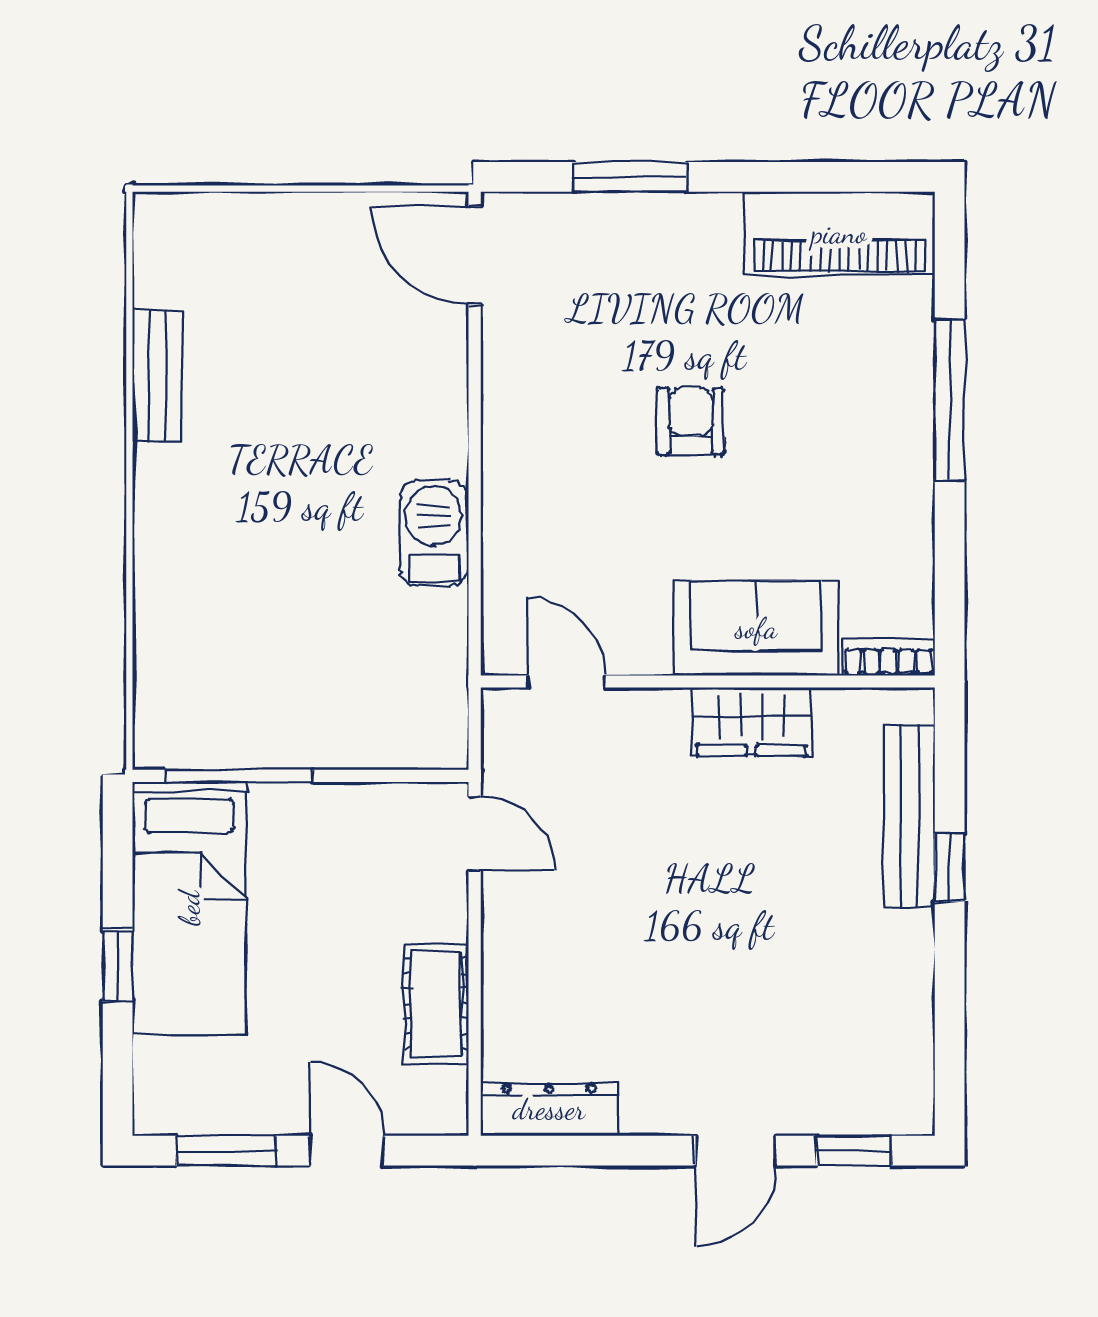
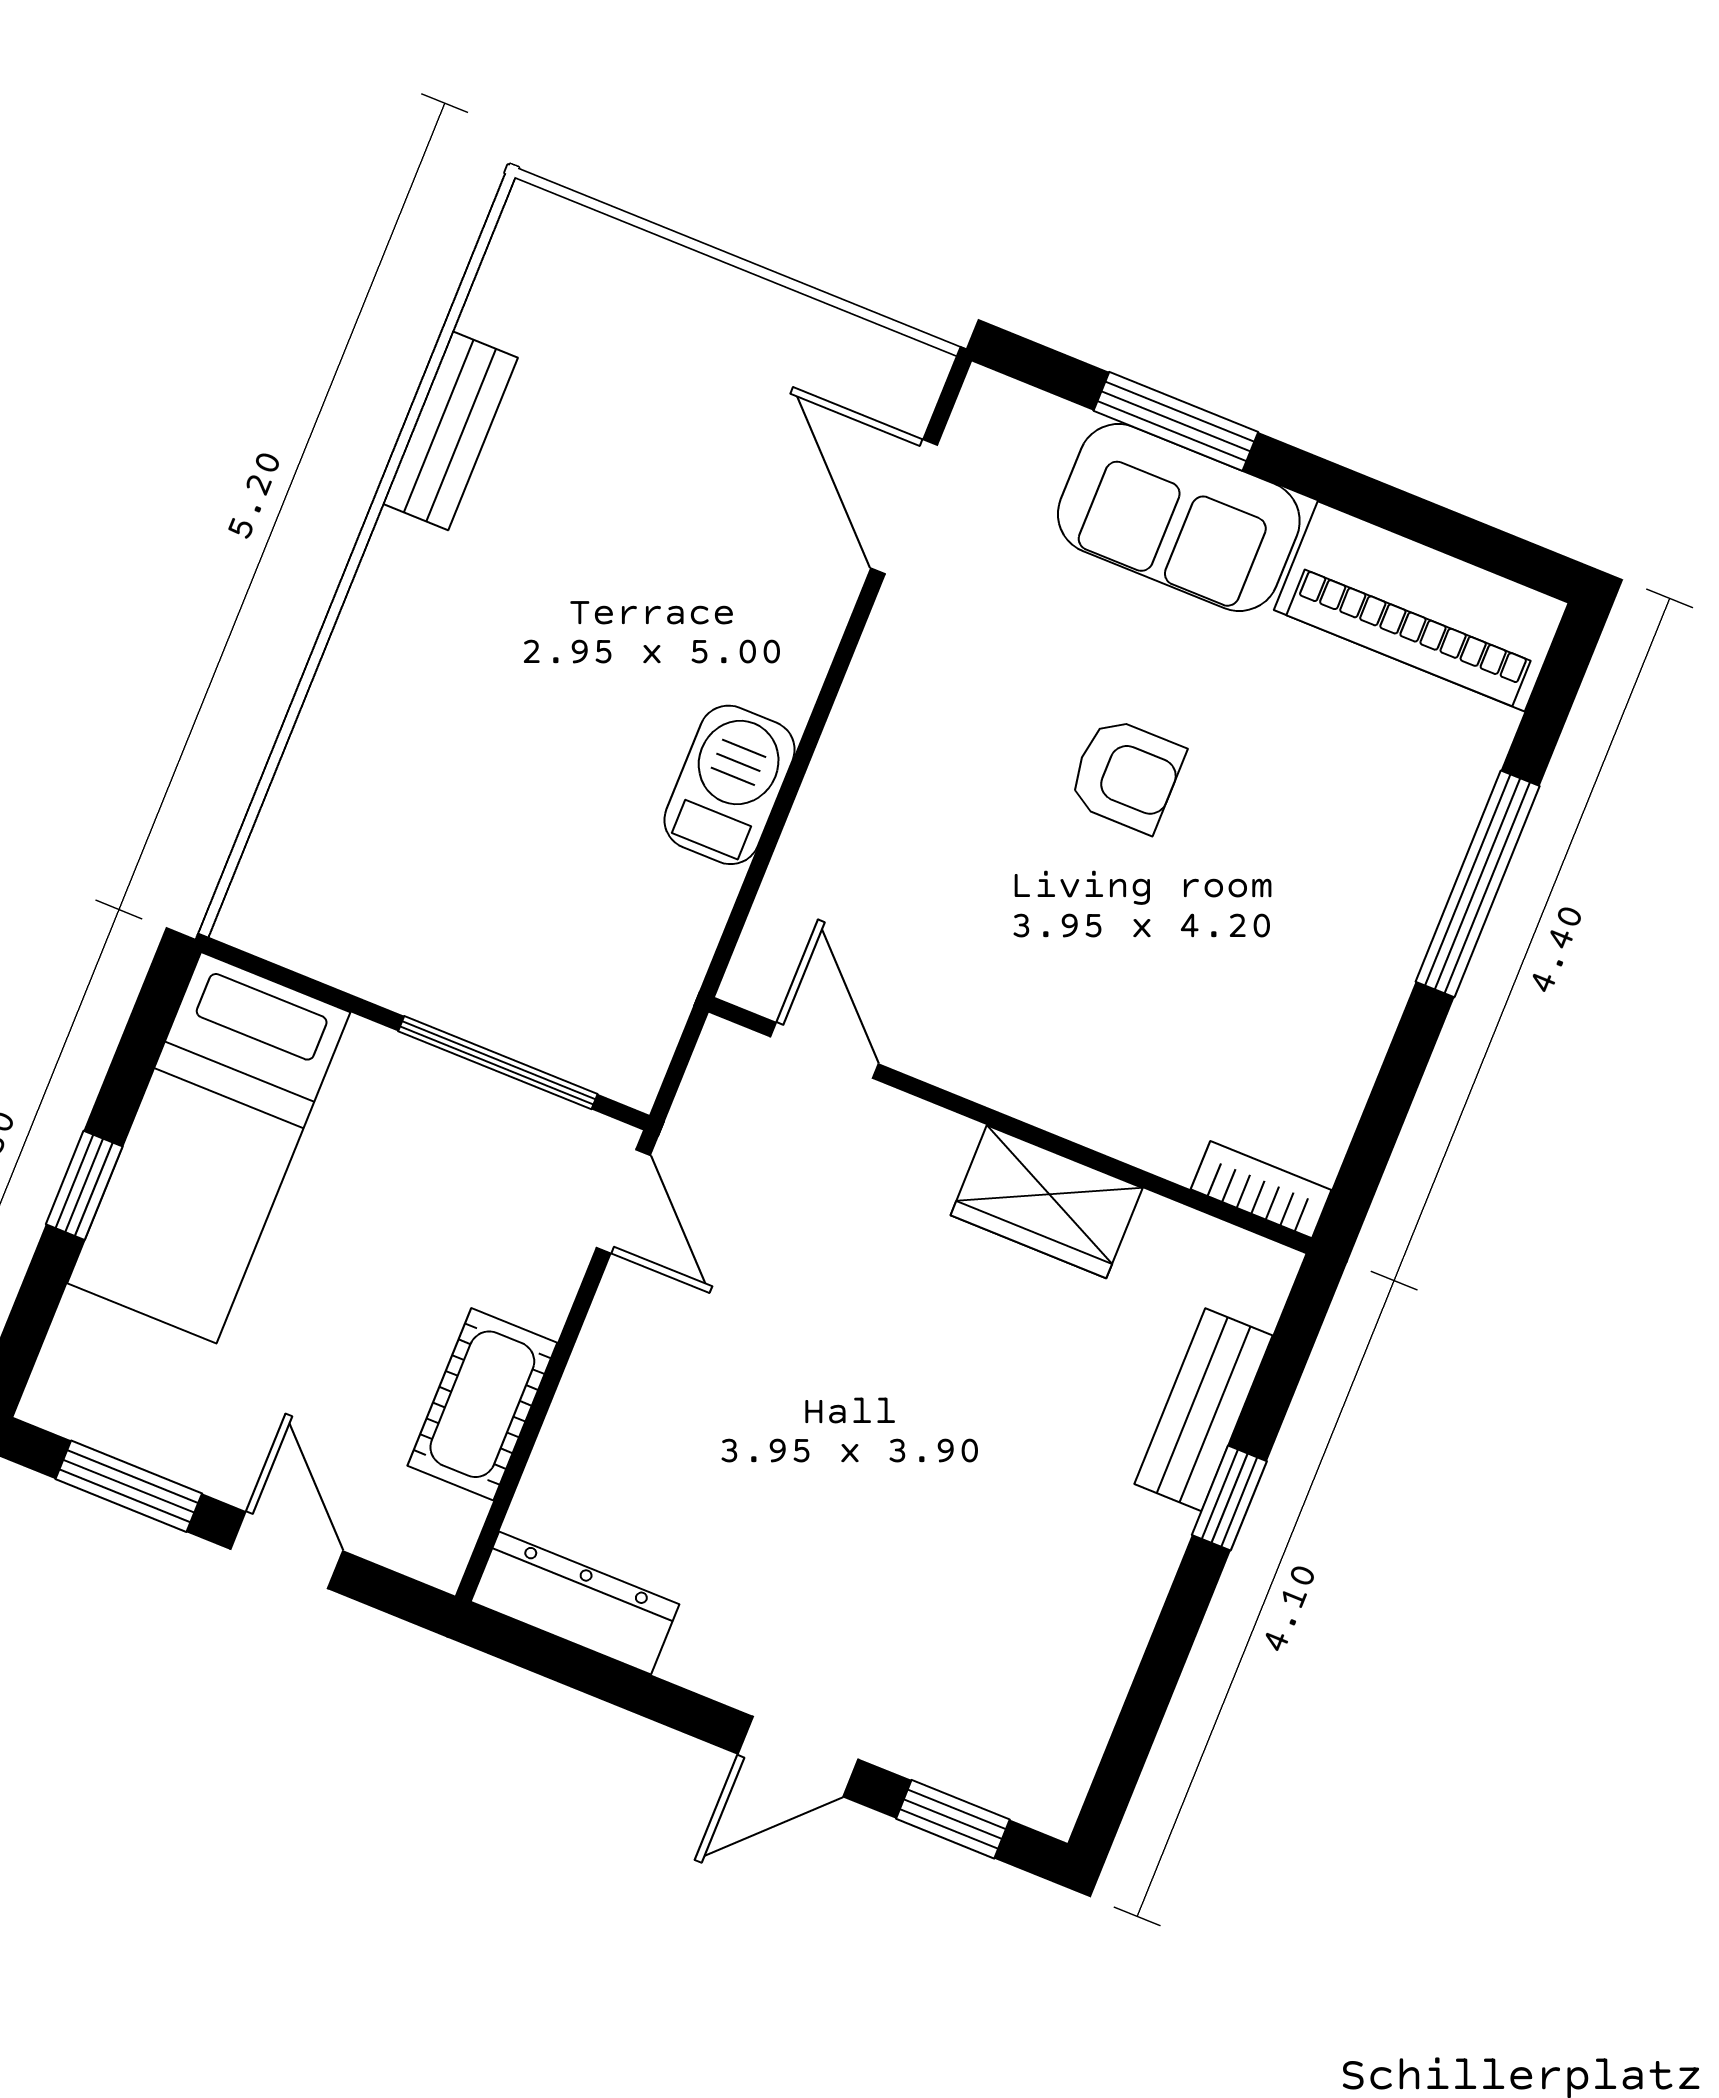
door: (475, 255) -> (904, 507), moved
armchair: (691, 421) -> (1126, 775), turned 90
sofa: (756, 628) -> (1179, 517), moved, turned 180
window: (239, 776) -> (498, 1063), moved
bench: (909, 816) -> (1204, 1410), width x0.73

